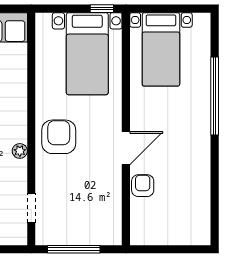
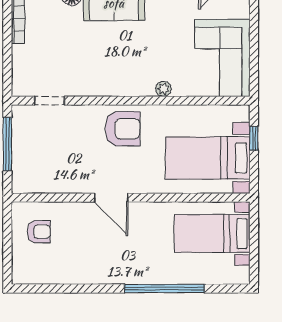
window: (102, 9) -> (254, 138), moved
plant: (20, 151) -> (163, 89), moved
armchair: (143, 186) -> (39, 232), moved

